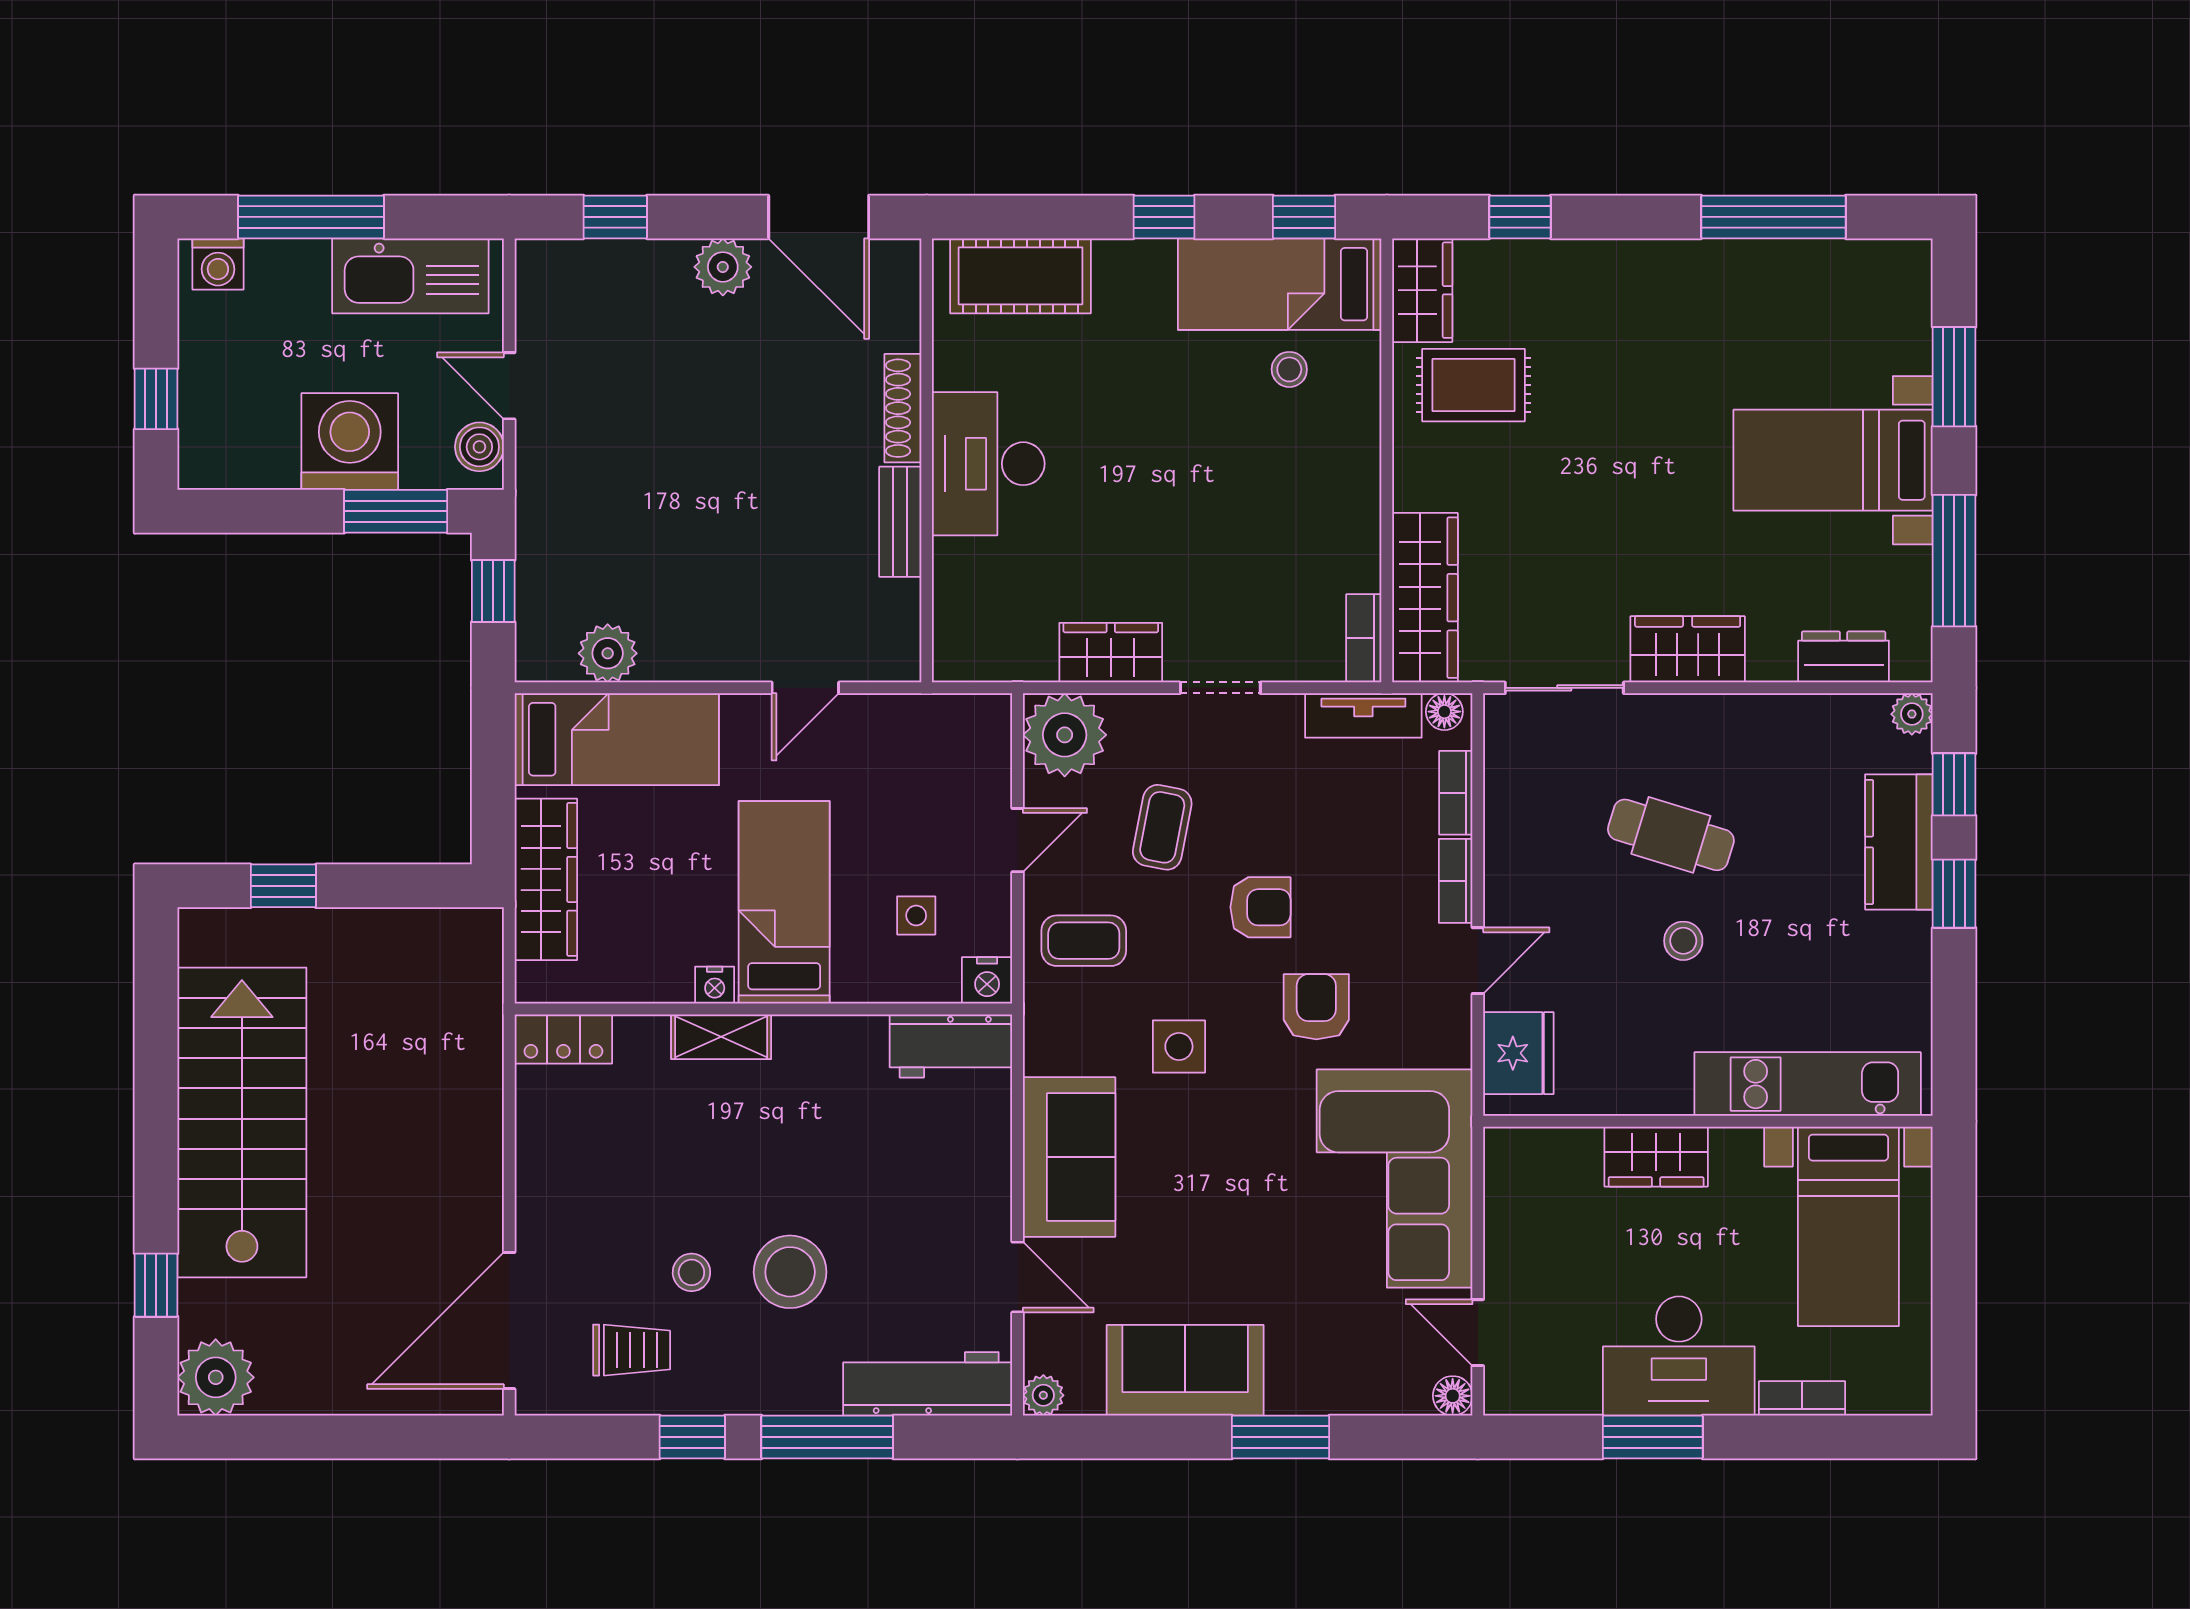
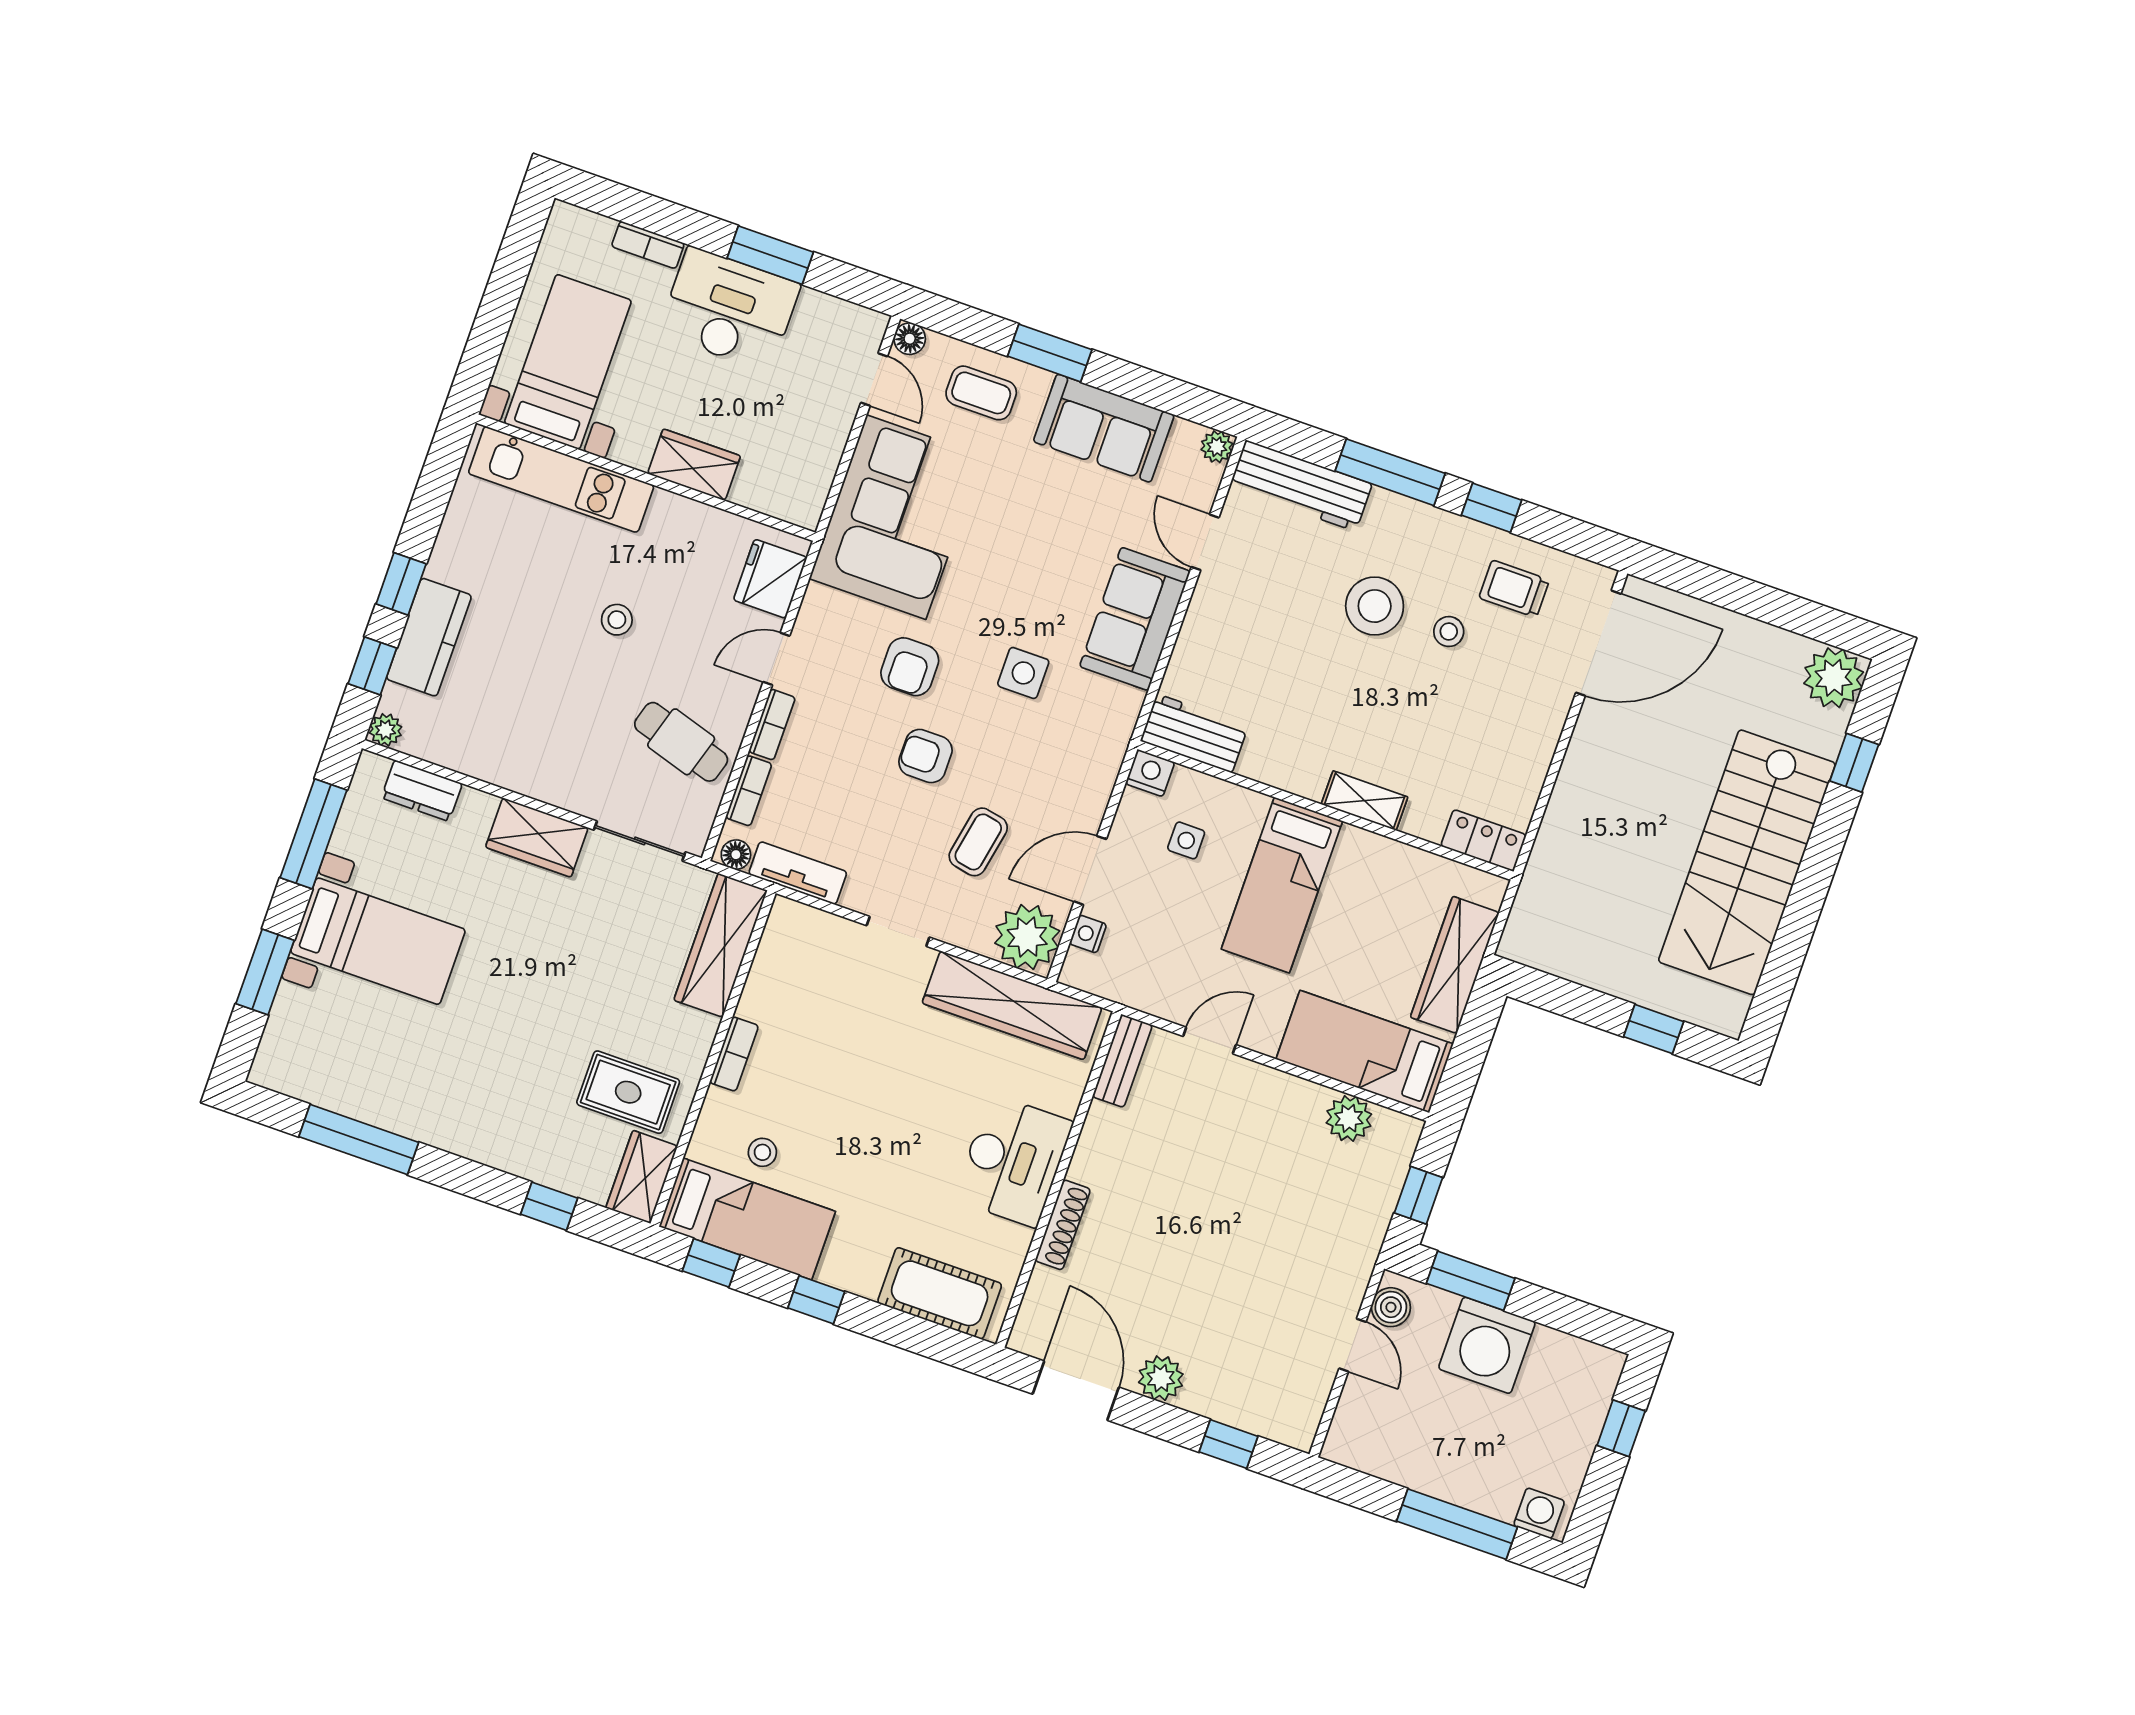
kitchen sink: (410, 276) -> (1398, 1454), removed
bench: (900, 522) -> (1122, 1061), moved
bookcase: (1364, 638) -> (734, 1054), moved
wardrobe: (1111, 653) -> (1012, 1005), width x2.10, depth x1.17
cafe table: (1671, 835) -> (681, 742), moved
door: (1018, 840) -> (1090, 870), width x1.38
coffee table: (1084, 941) -> (981, 393), moved
nightstand: (715, 985) -> (1088, 934), moved, turned -90

